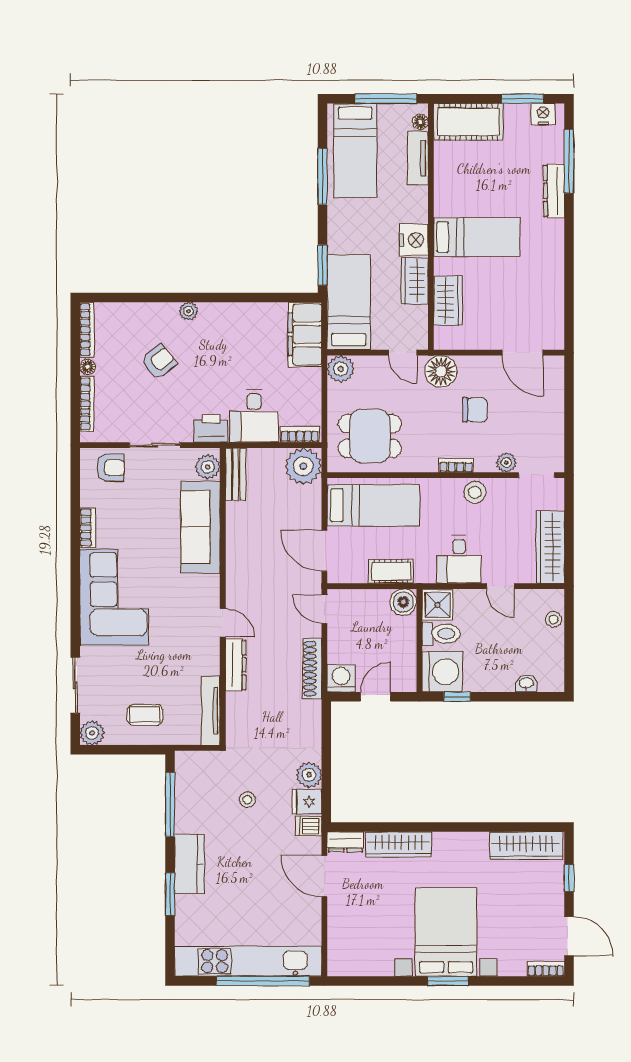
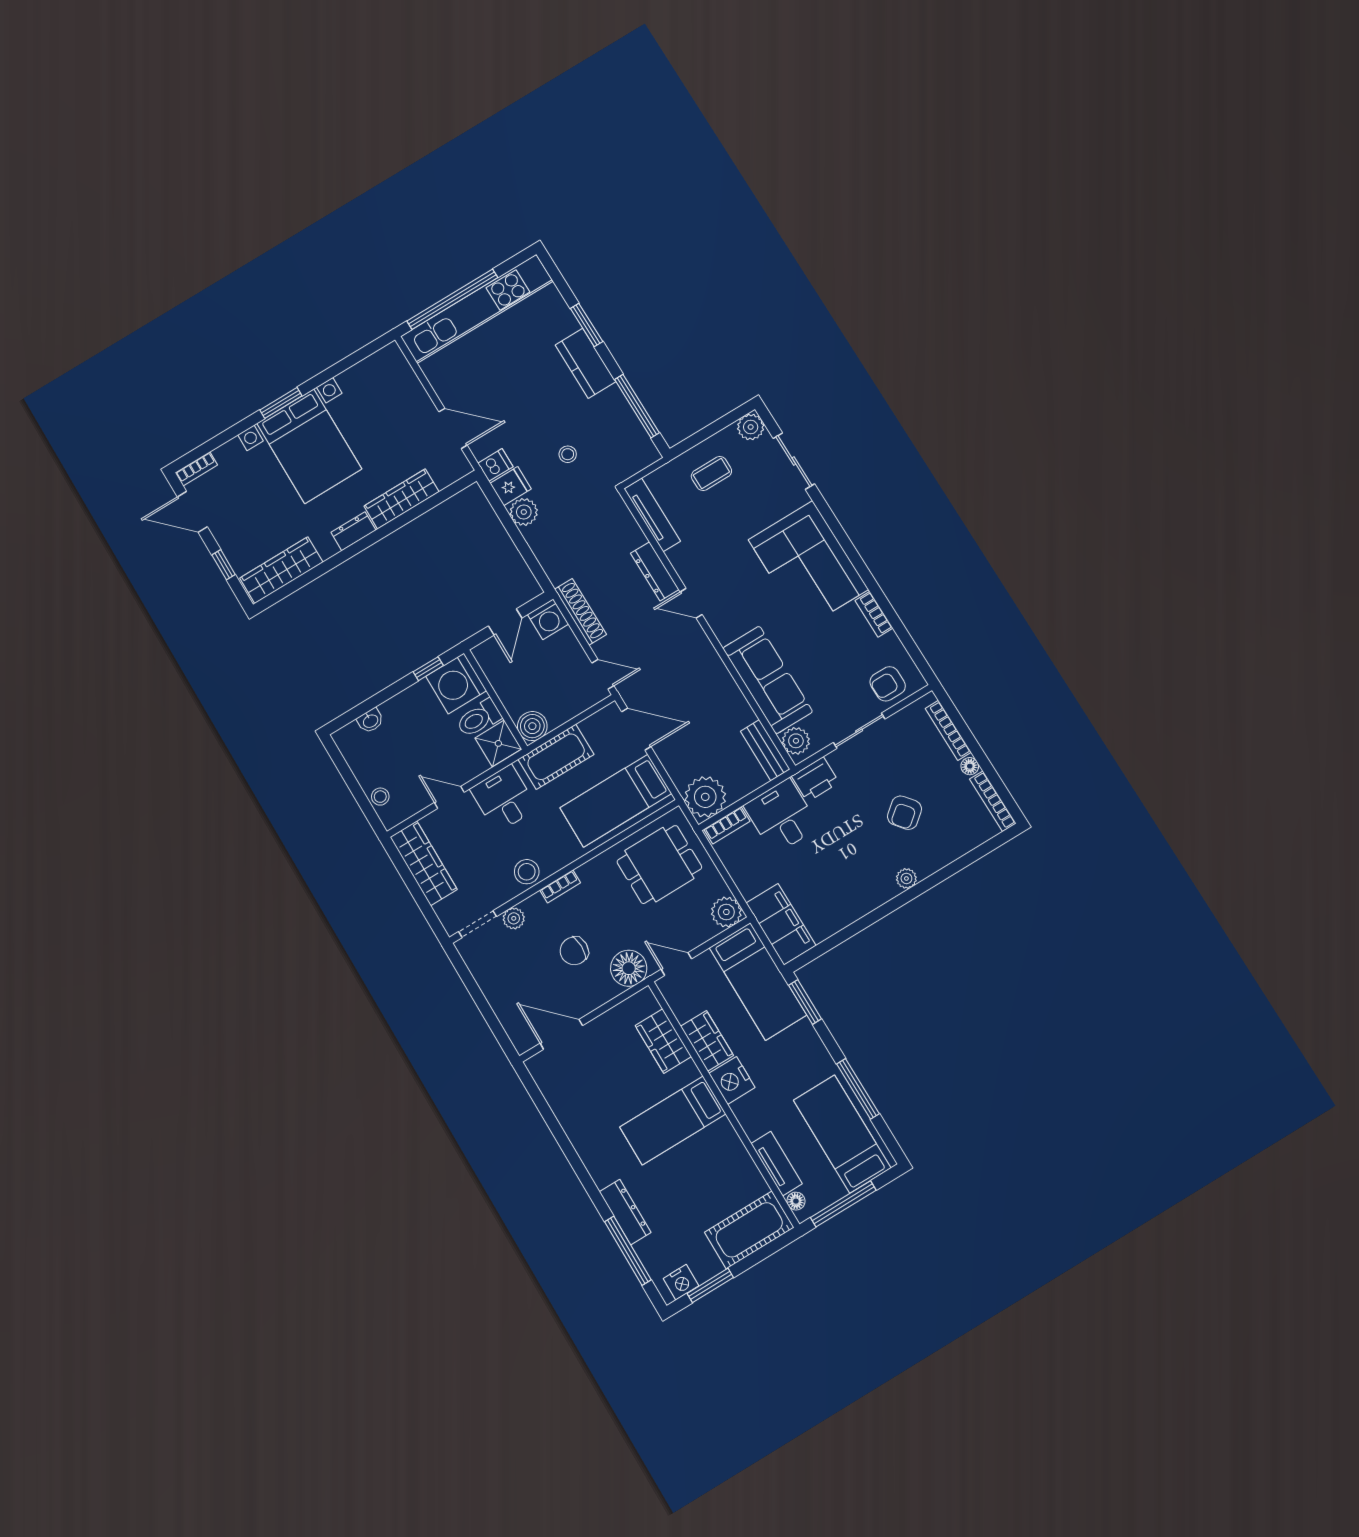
cot: (391, 571) -> (556, 757), width x1.37, depth x1.34
dresser: (345, 842) -> (353, 531), moved

